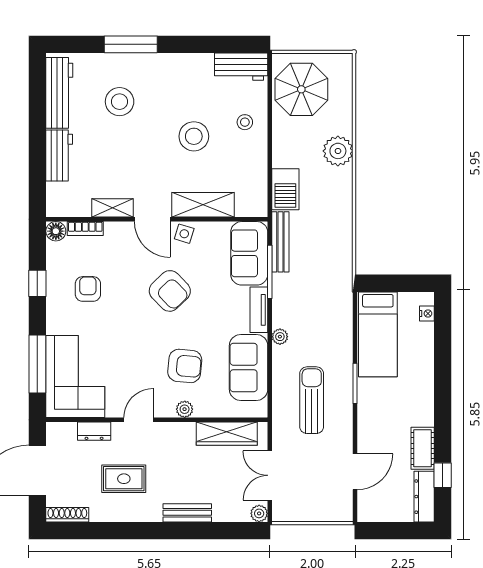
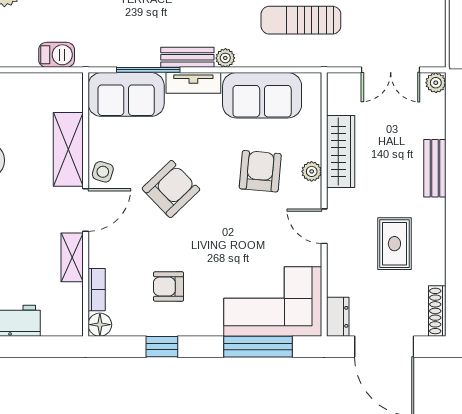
barbecue: (285, 189) -> (57, 55), width x0.73, depth x0.79
bench: (280, 242) -> (187, 57), moved, width x0.73
dresser: (94, 431) -> (338, 317), moved
wardrobe: (227, 434) -> (341, 152), moved

